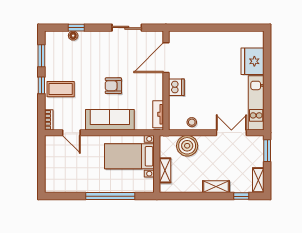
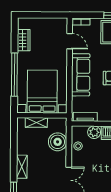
plant: (176, 104) -> (94, 132), added
door: (71, 133) -> (70, 41), swing flipped
bed with nightstands: (129, 156) -> (42, 92), width x1.36
wardrobe: (70, 186) -> (24, 40), added

